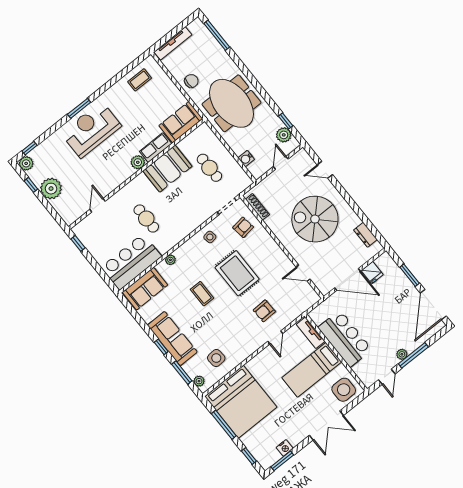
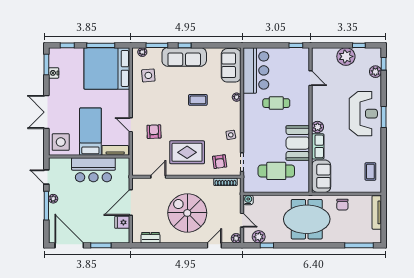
plant: (302, 155) -> (236, 238), added
water cooler: (246, 159) -> (248, 200), moved
plant: (26, 163) -> (375, 72), moved
cafe table: (209, 168) -> (276, 171), width x1.37, depth x1.35
spiral stairs: (315, 219) -> (187, 213), turned -90
rug: (237, 273) -> (187, 152), moved

